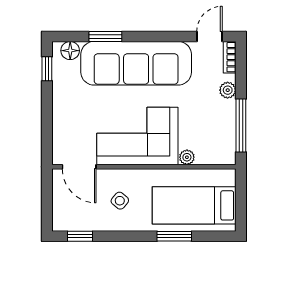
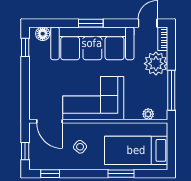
window: (105, 36) -> (91, 23), moved
plant: (228, 90) -> (156, 64), width x1.88, depth x1.88
plant: (187, 157) -> (148, 114), moved
window: (47, 206) -> (25, 151), added

